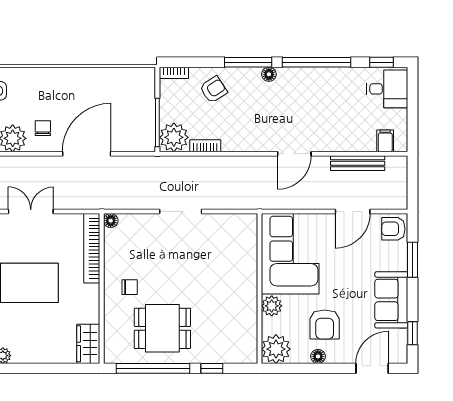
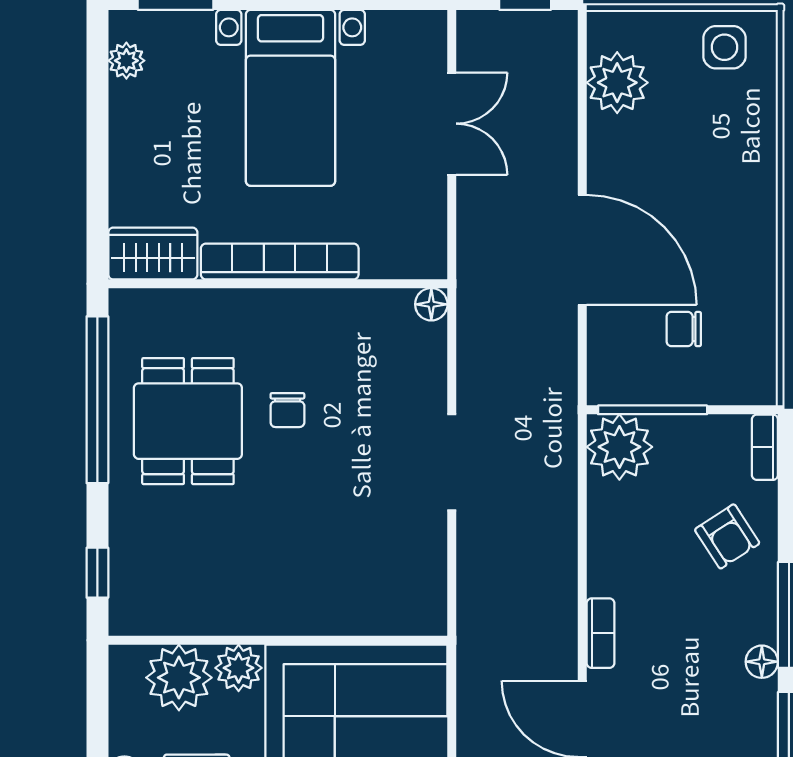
chair: (43, 128) -> (684, 329), moved, turned 180
bookcase: (205, 146) -> (601, 633), moved
bookcase: (92, 248) -> (280, 261), moved
chair: (130, 287) -> (287, 410), moved
plant: (276, 349) -> (179, 678), moved
window: (212, 368) -> (97, 573), moved

